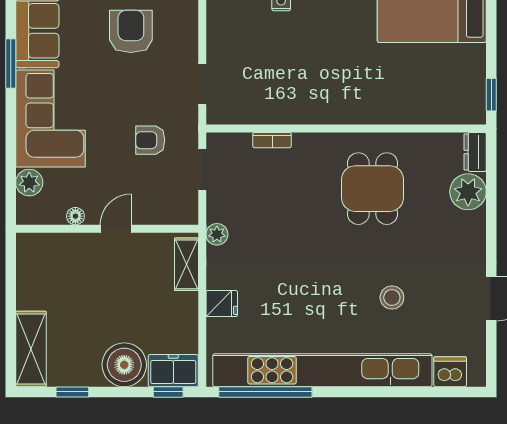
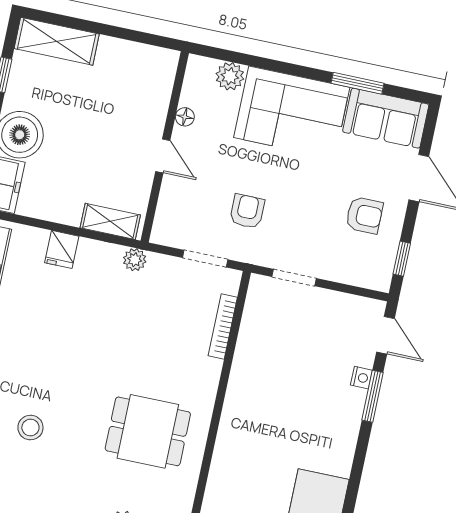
armchair: (131, 31) -> (364, 215), width x0.72, depth x0.72
bookcase: (272, 140) -> (223, 327), width x1.56

